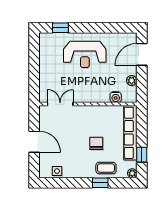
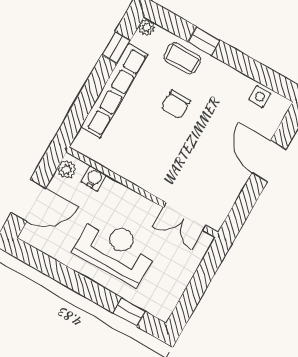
water cooler: (116, 97) -> (94, 178), moved
double door: (60, 104) -> (185, 217), moved
wall: (88, 104) -> (142, 192), moved

